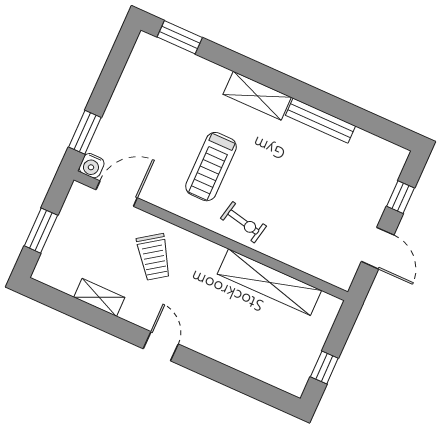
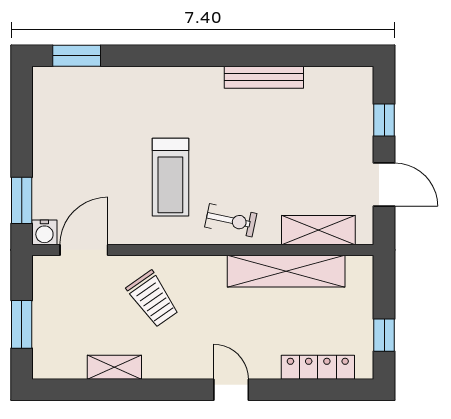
shelving: (257, 96) -> (318, 230), moved
door: (161, 346) -> (231, 390), moved
locker: (260, 370) -> (318, 367), added

